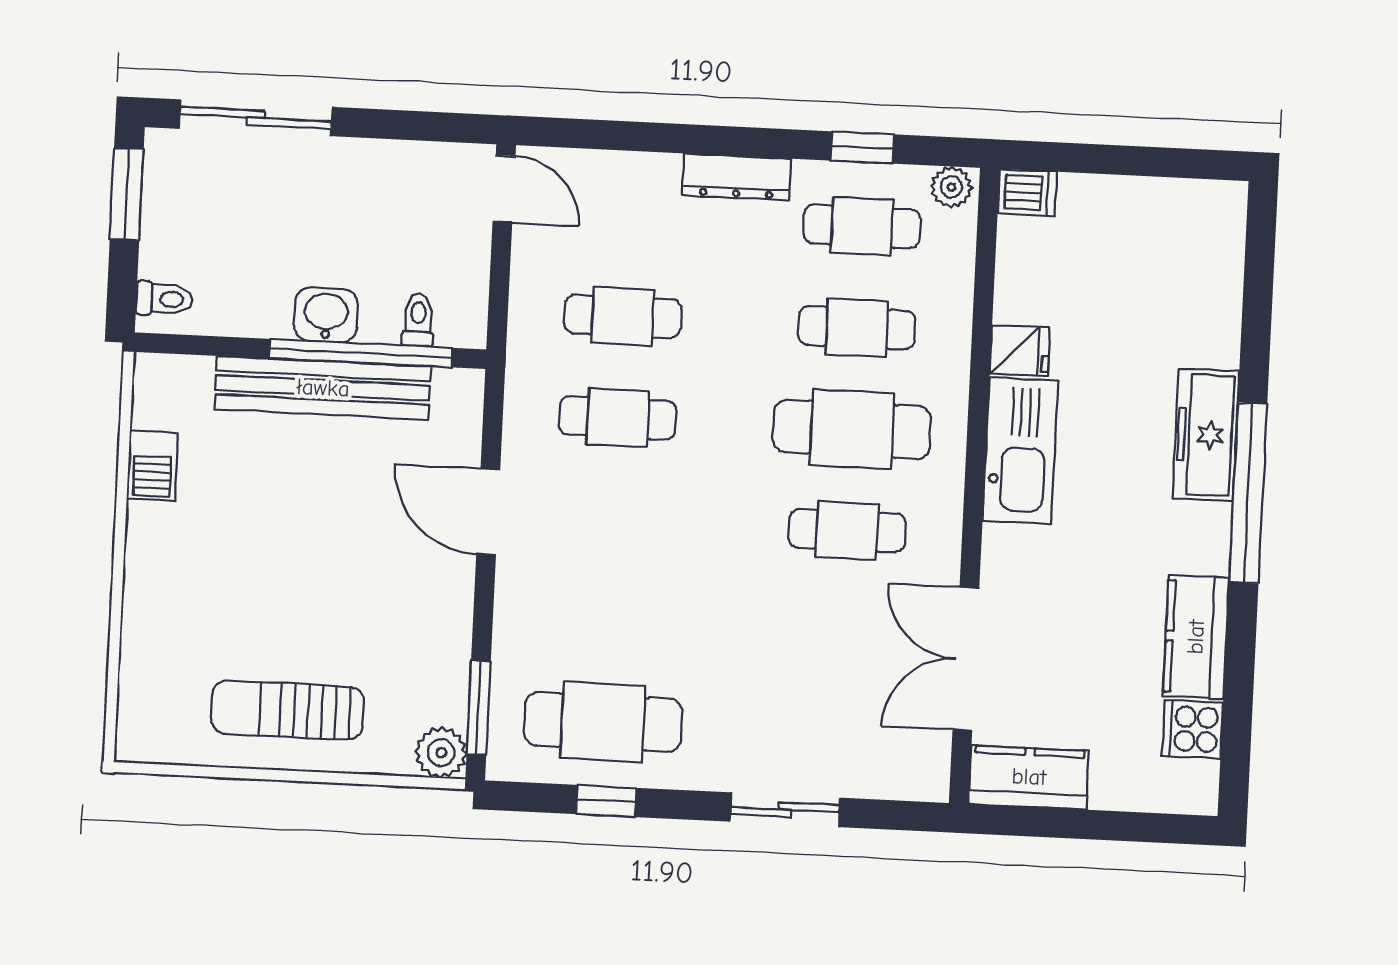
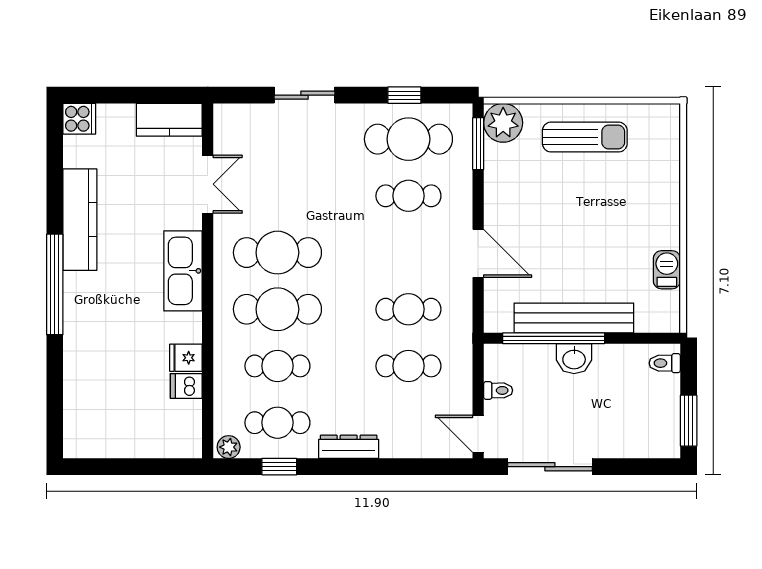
sliding door: (256, 118) -> (550, 467), moved
dishwasher: (1027, 193) -> (186, 386), moved
toilet: (418, 320) -> (498, 390), moved, turned -90
freezer: (1206, 435) -> (80, 316), removed
kitchen sink: (1020, 451) -> (183, 271), moved
cafe table: (847, 531) -> (277, 253), width x1.37, depth x1.35
cafe table: (608, 621) -> (408, 196), added
kitchen counter: (1196, 637) -> (80, 220), width x1.50
double door: (966, 659) -> (208, 184), width x0.73
cooker: (1193, 729) -> (79, 119), moved
plant: (441, 753) -> (503, 123), width x1.36, depth x1.36

